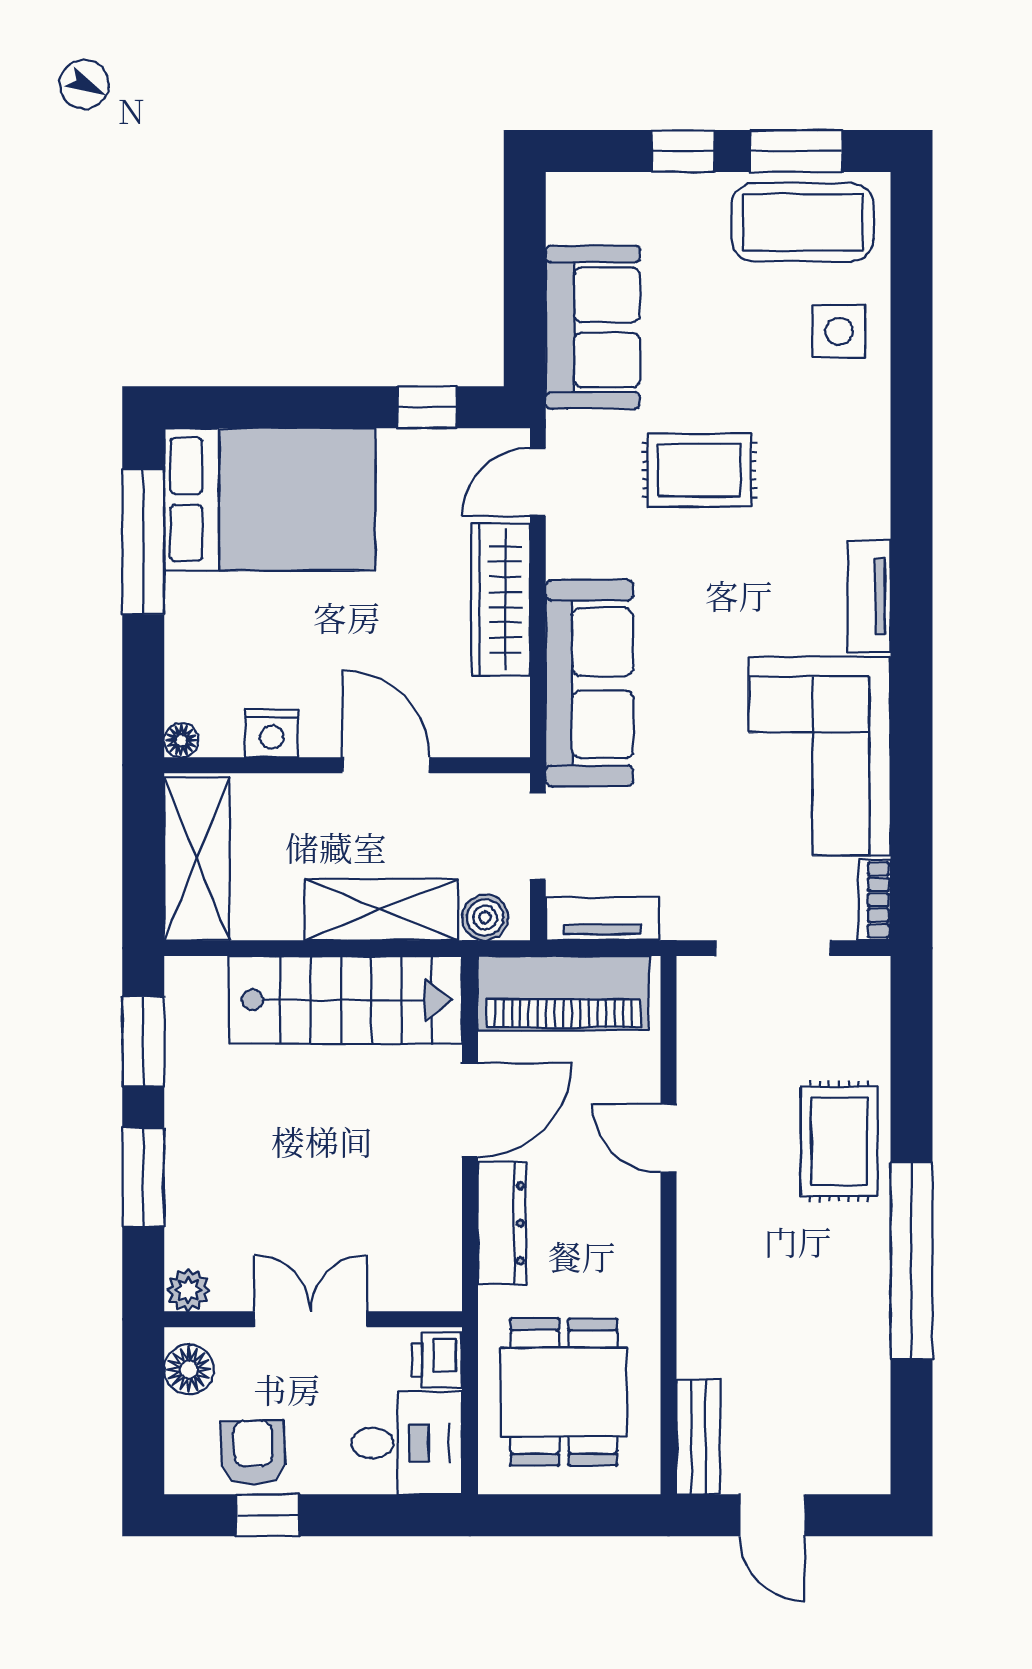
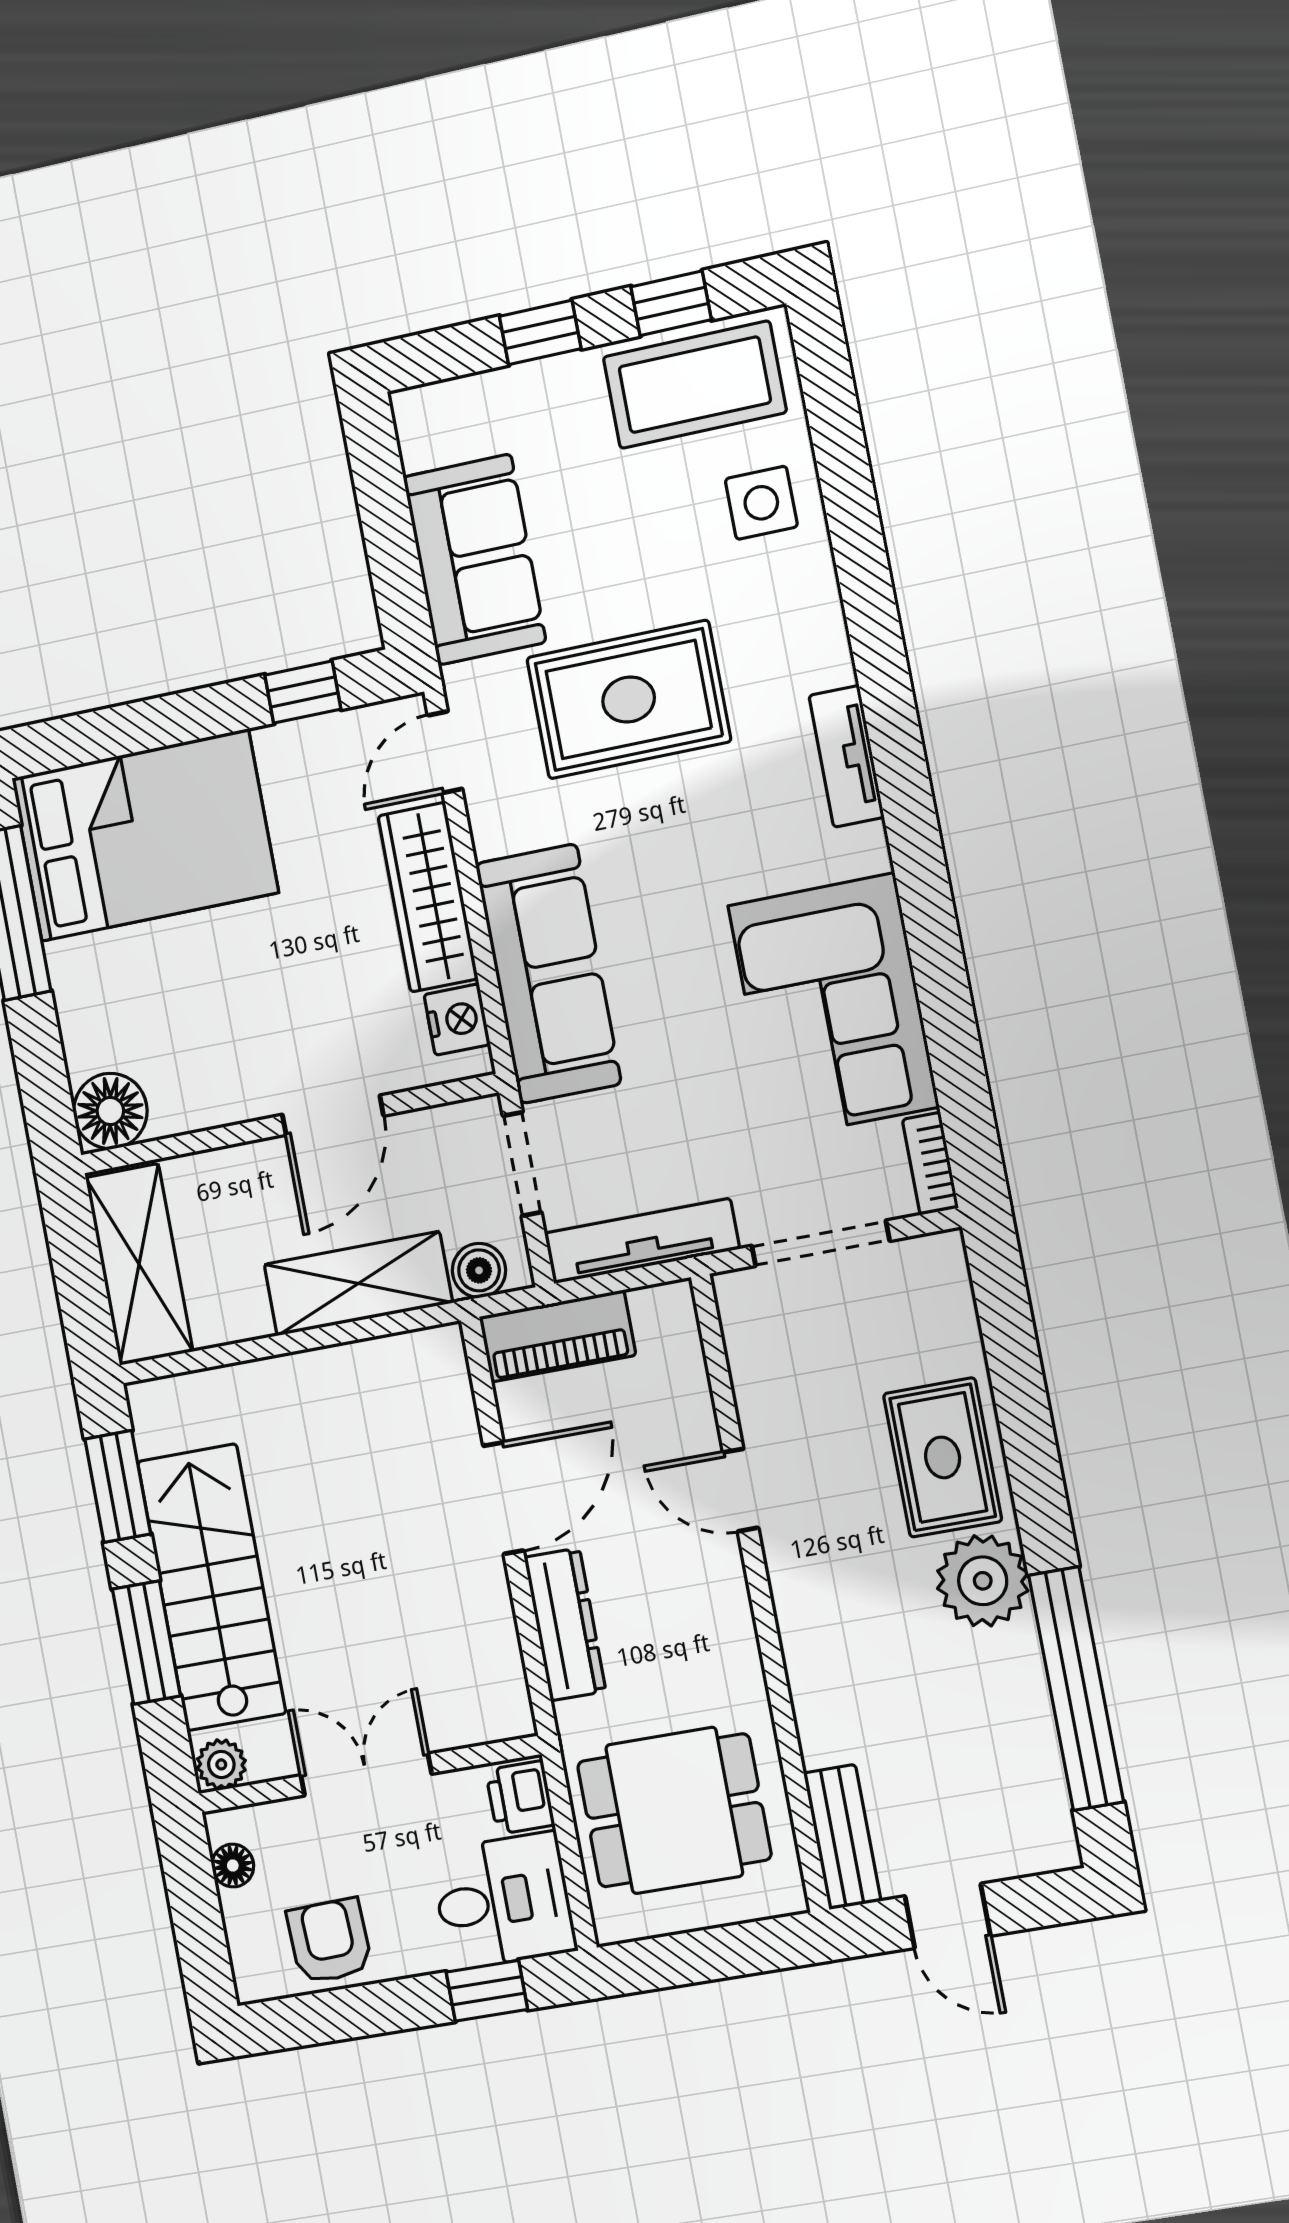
window: (796, 151) -> (671, 303), width x0.67
rug: (699, 470) -> (629, 700), width x1.36, depth x1.43
tv unit: (869, 596) -> (846, 756), moved
nightstand: (272, 733) -> (457, 1020), moved, turned -90
floor lamp: (181, 740) -> (110, 1111), width x1.89, depth x1.89
door: (386, 765) -> (333, 1115), swing flipped
tv unit: (602, 919) -> (642, 1241), width x1.41
piano: (563, 993) -> (557, 1336), width x0.73, depth x0.75
stairs: (346, 1000) -> (212, 1587), moved, turned -90
plant: (853, 1247) -> (983, 1581), added
window: (912, 1260) -> (1076, 1688), moved
floor lamp: (189, 1369) -> (233, 1866), width x0.73, depth x0.73
dining table: (564, 1392) -> (674, 1810), turned 90
window: (268, 1515) -> (487, 1991), moved

